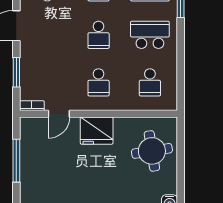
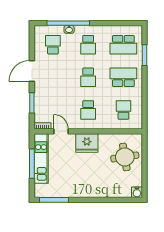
school desk: (150, 82) -> (123, 110), turned 180
door: (59, 114) -> (61, 131), swing flipped
kitchen unit: (30, 153) -> (41, 158), added

